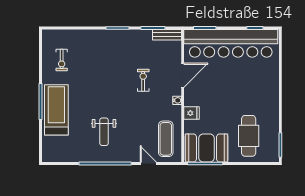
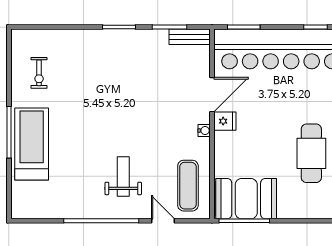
exercise bike: (143, 80) -> (156, 102), removed
fridge: (192, 113) -> (225, 121), moved
weight bench: (104, 132) -> (123, 176), moved, turned 180
cafe table: (249, 136) -> (311, 153), moved

